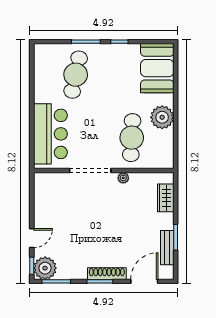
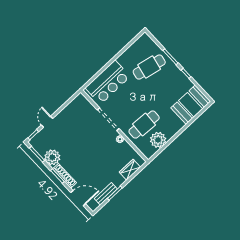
plant: (162, 117) -> (158, 140), moved
door: (32, 238) -> (47, 122), swing flipped
plant: (45, 268) -> (52, 157), moved

